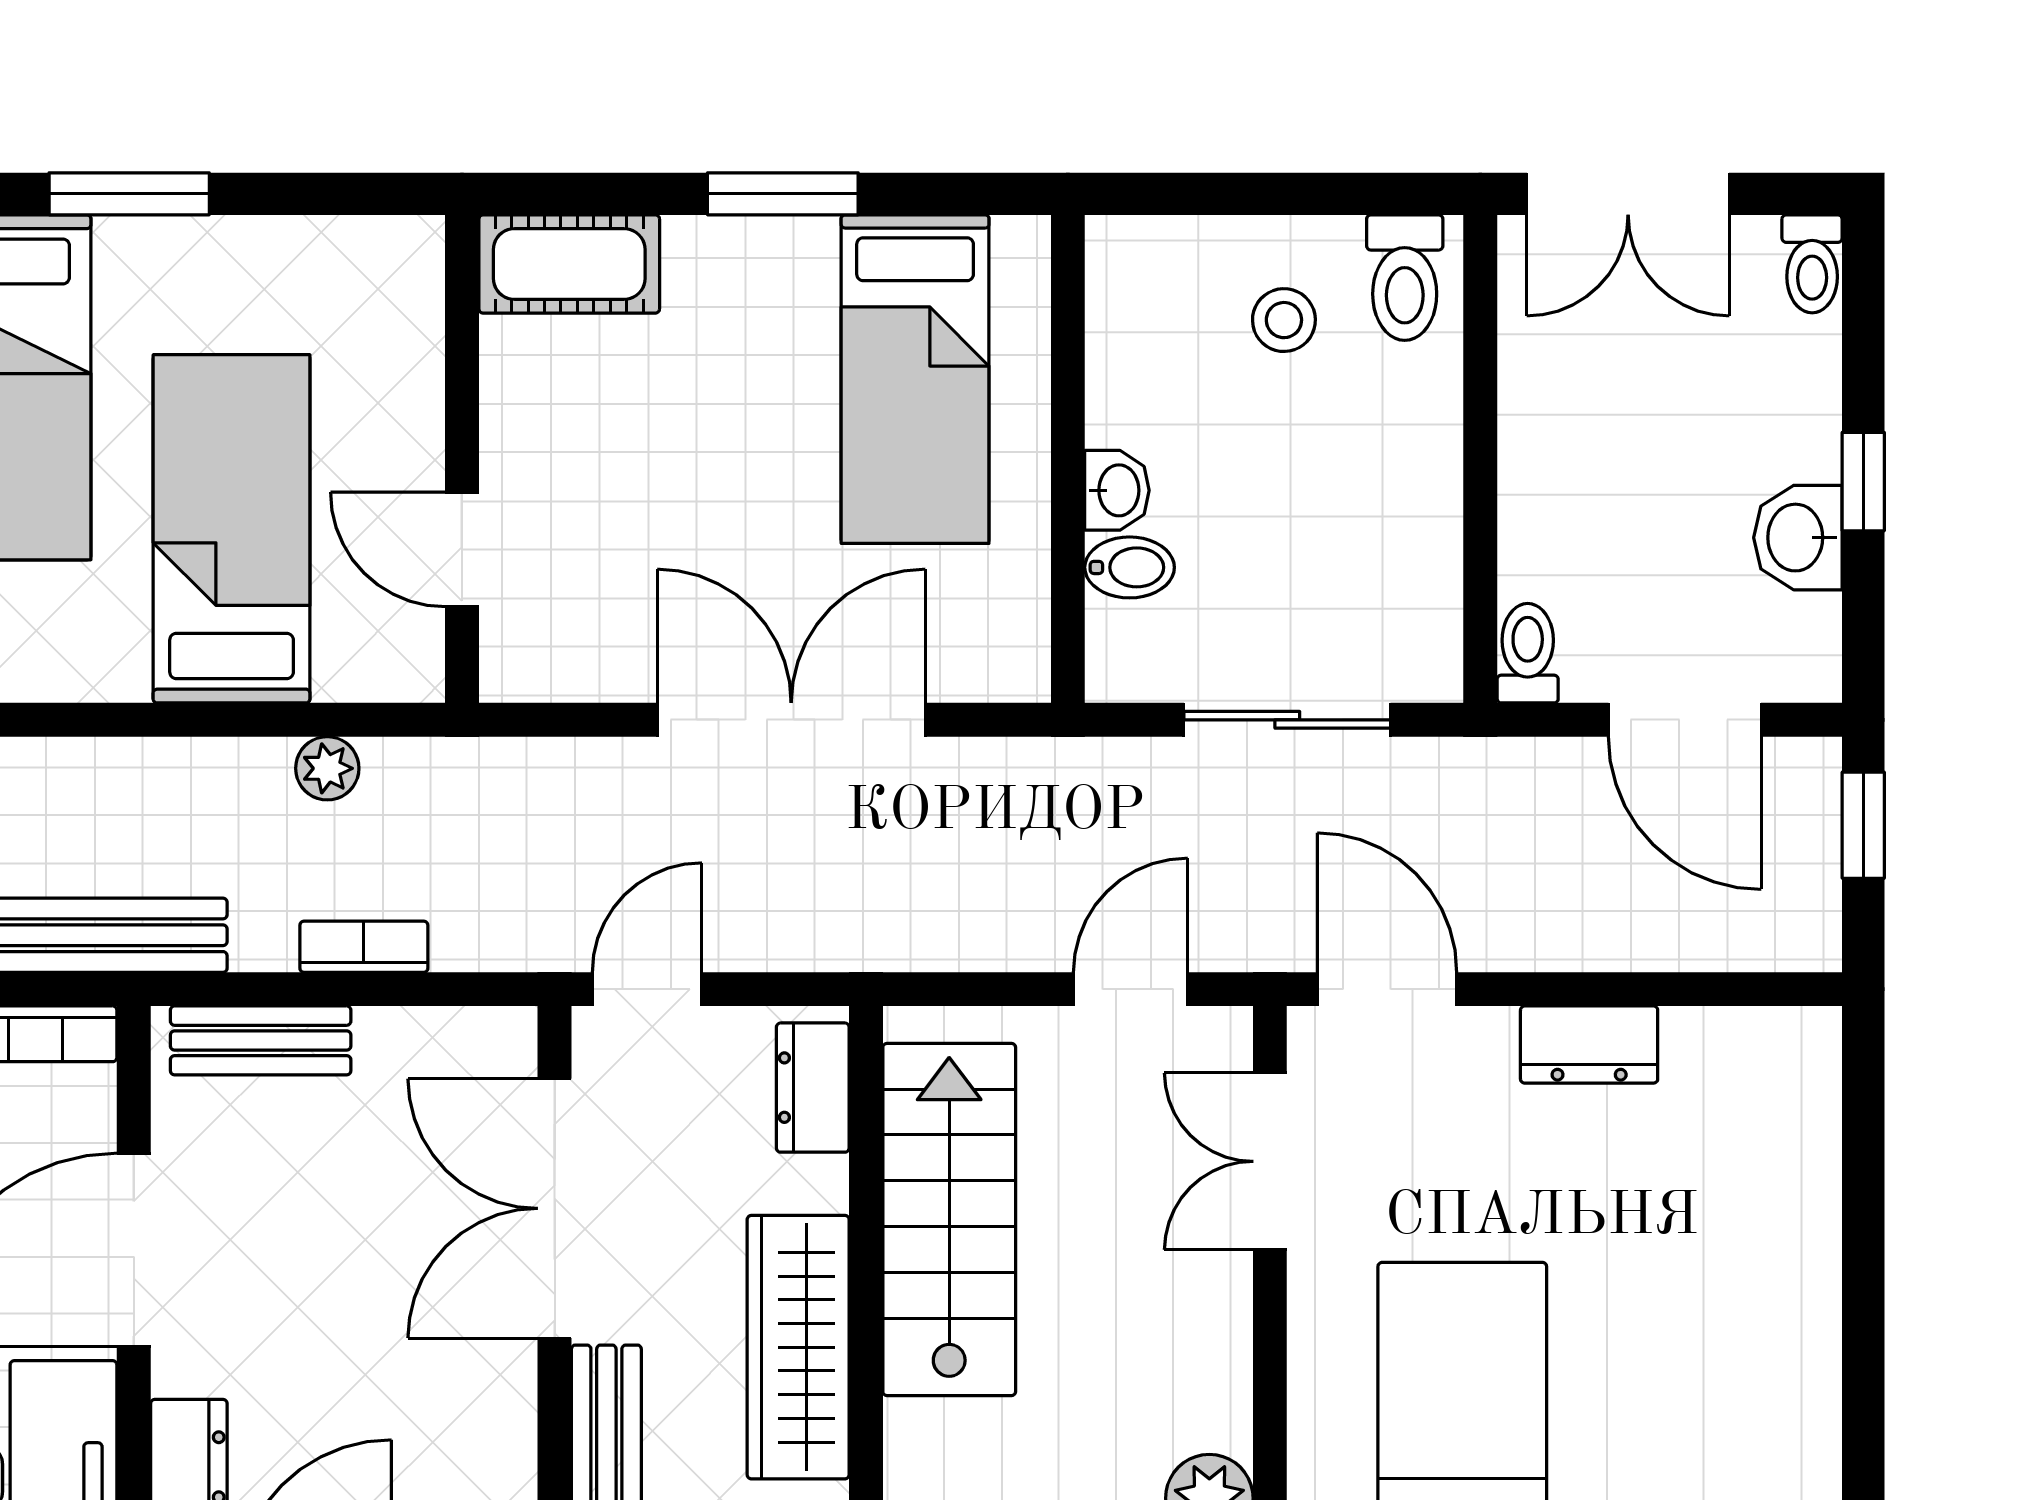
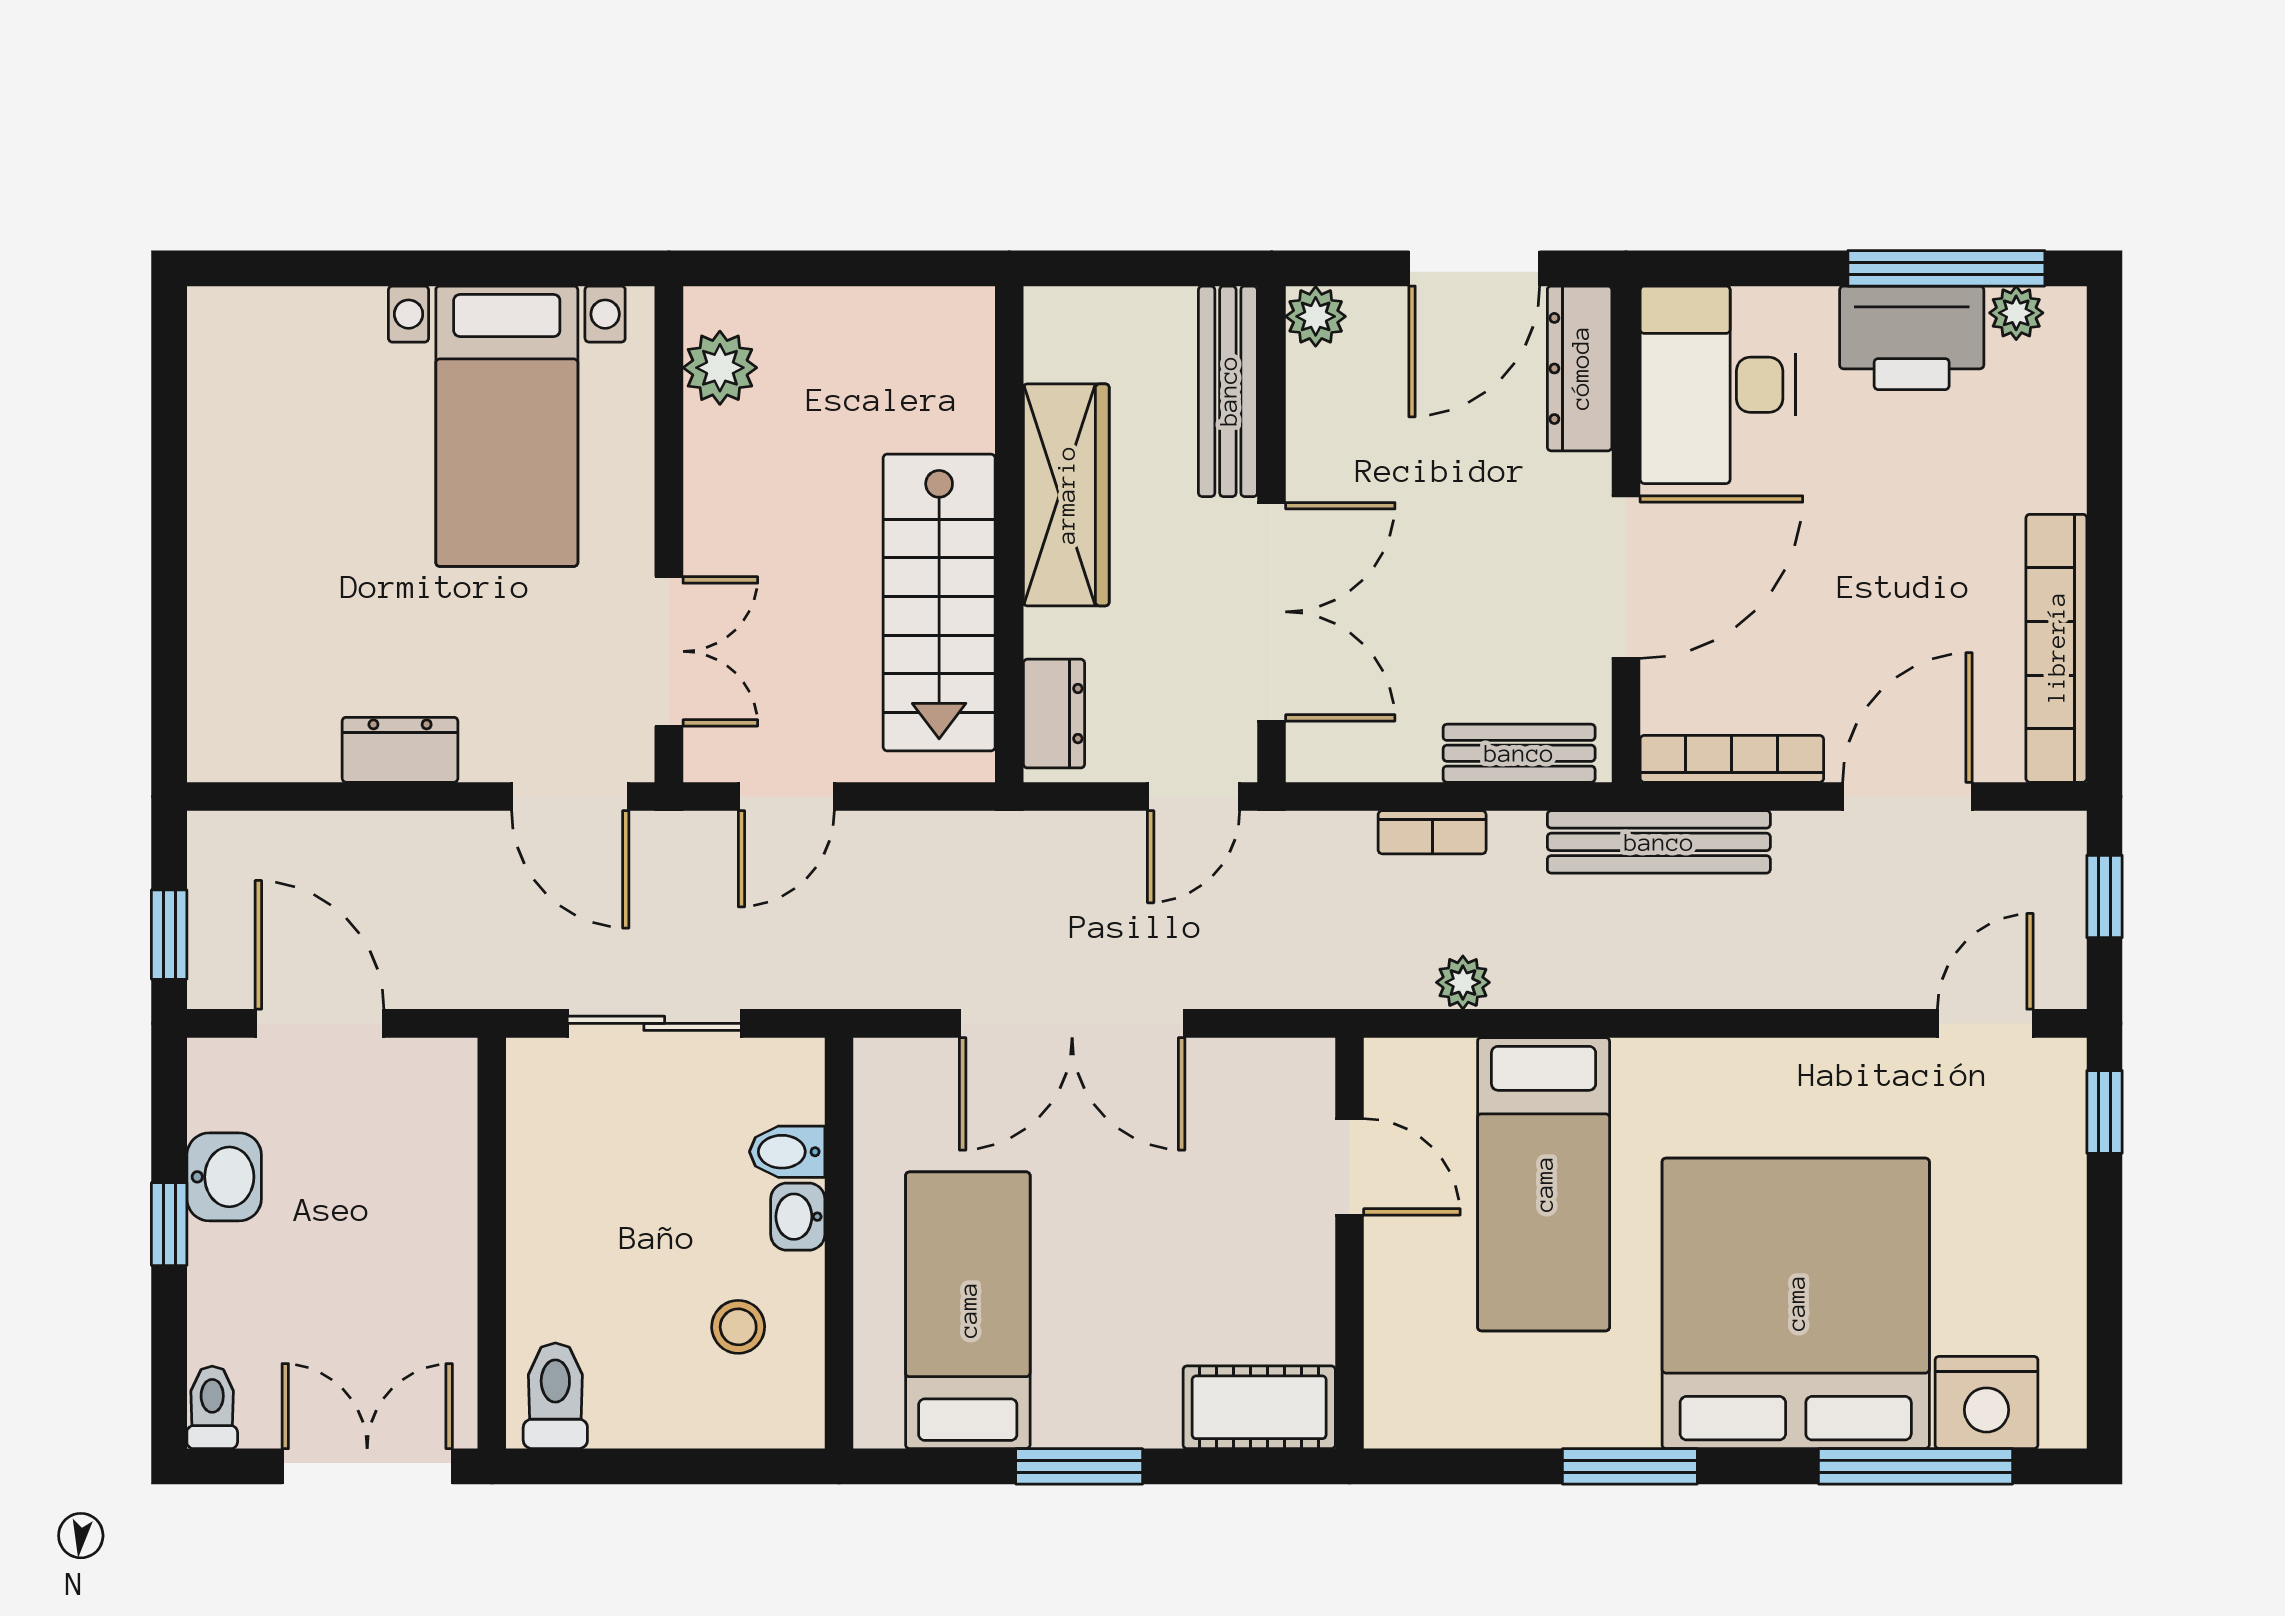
stool: (1284, 320) -> (738, 1327), moved
toilet: (1528, 653) -> (452, 1079), removed

